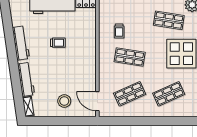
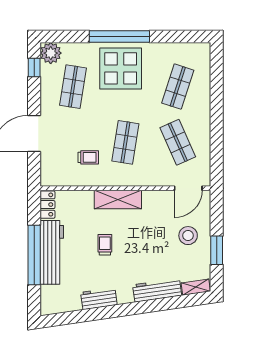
workbench: (21, 43) -> (99, 299), width x0.73
shelving: (90, 52) -> (118, 199), added
shop shelf: (169, 94) -> (178, 87), turned 42
window: (54, 121) -> (217, 250), added

